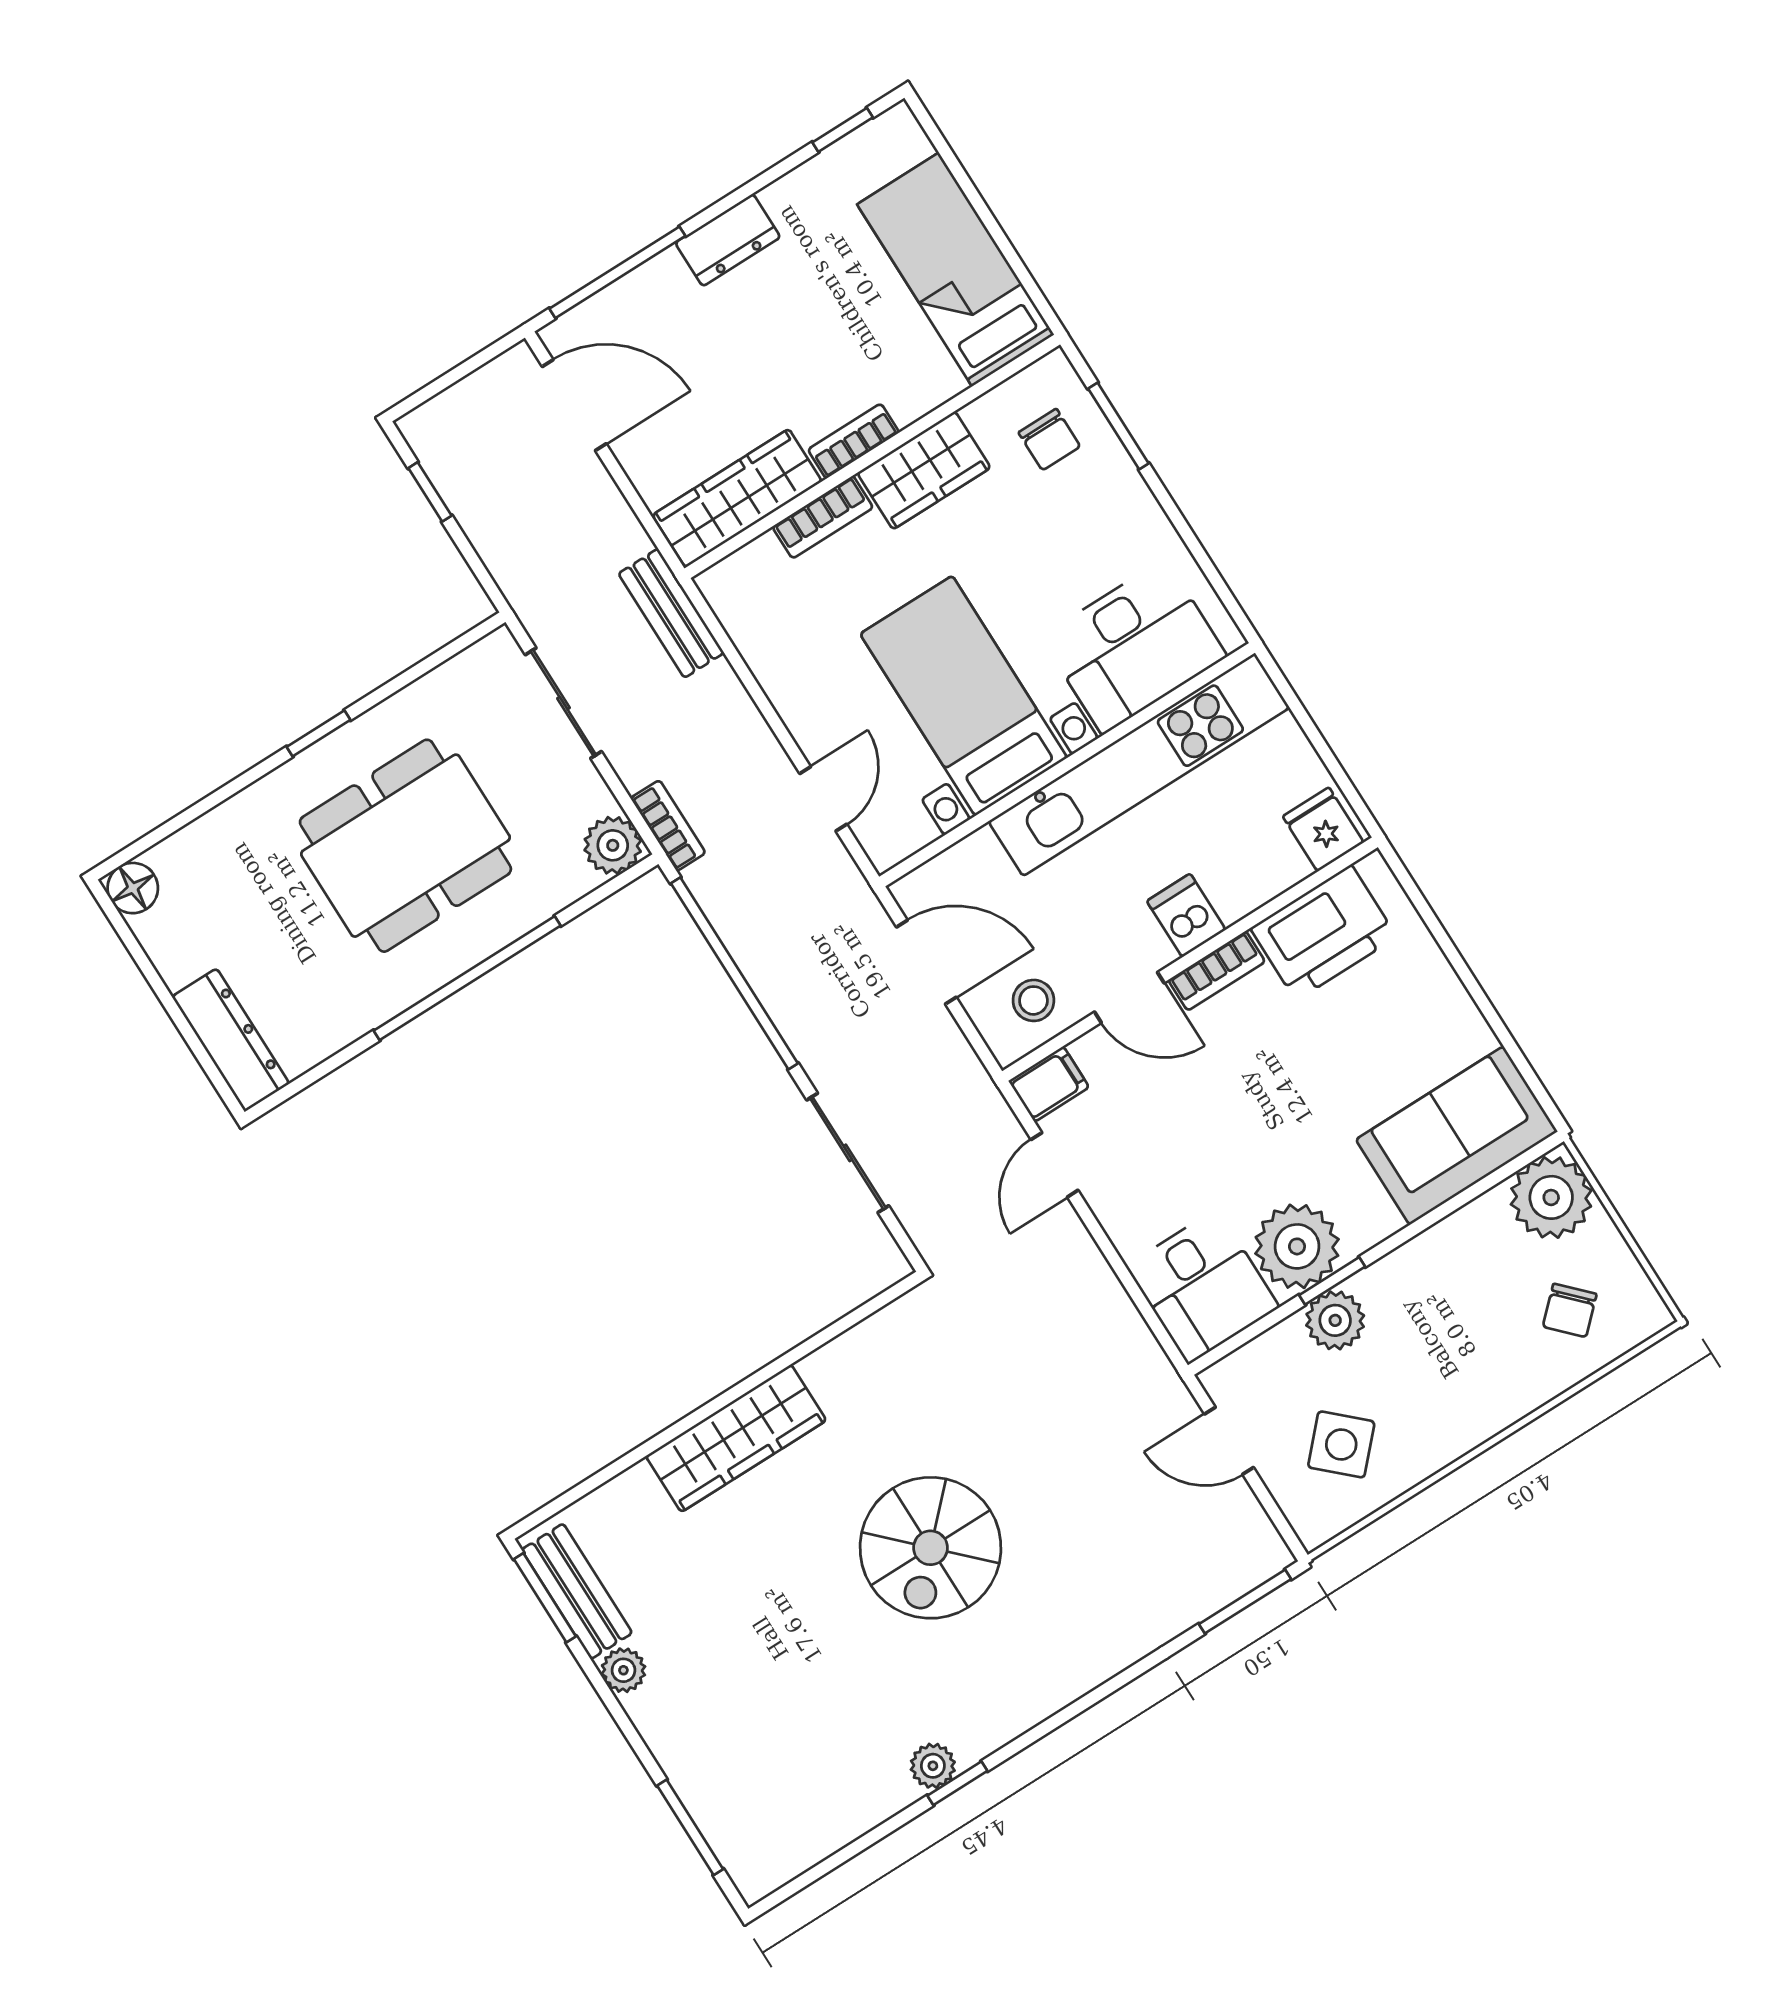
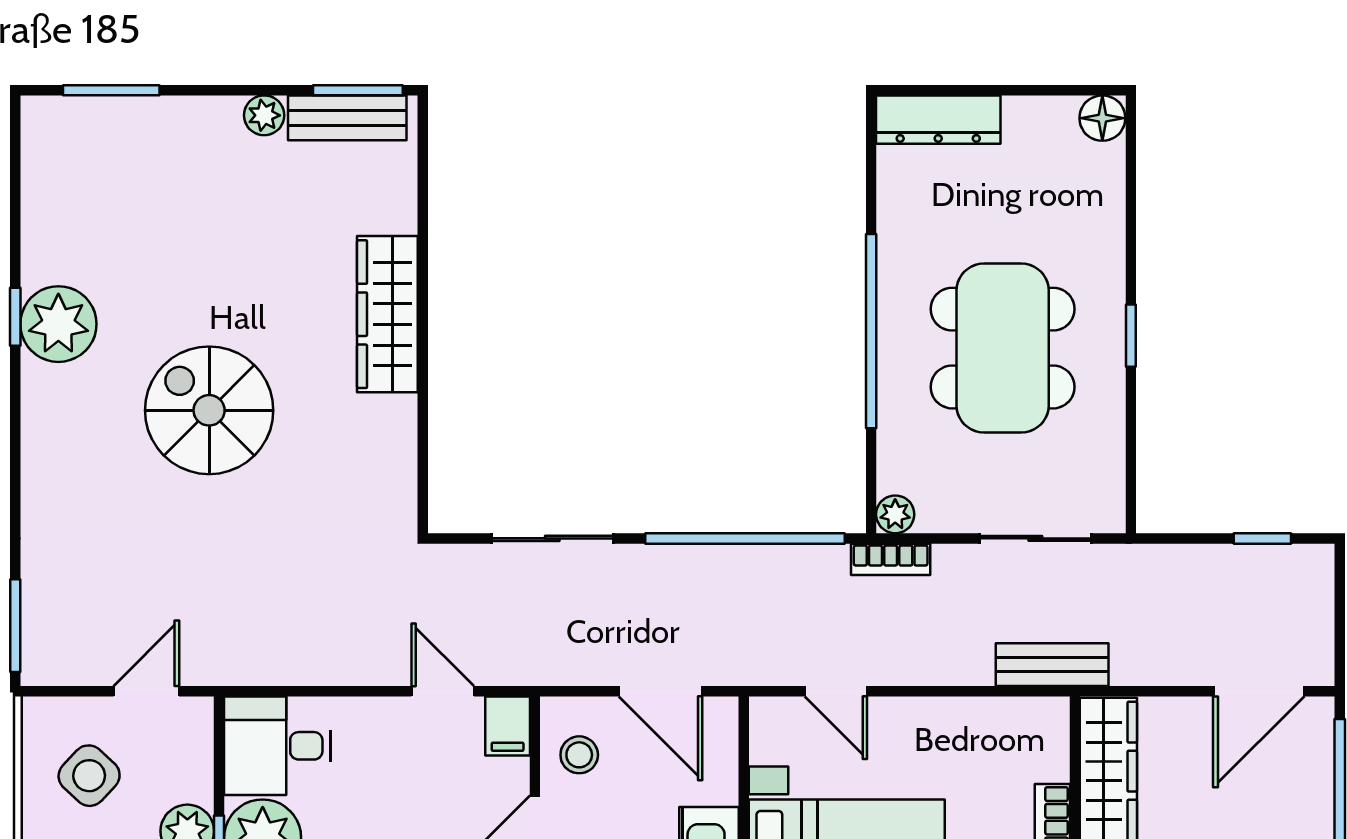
plant: (613, 845) -> (895, 514), width x0.73, depth x0.73
door: (926, 962) -> (660, 691), hinge flipped
plant: (933, 1766) -> (58, 324), width x1.88, depth x1.88

